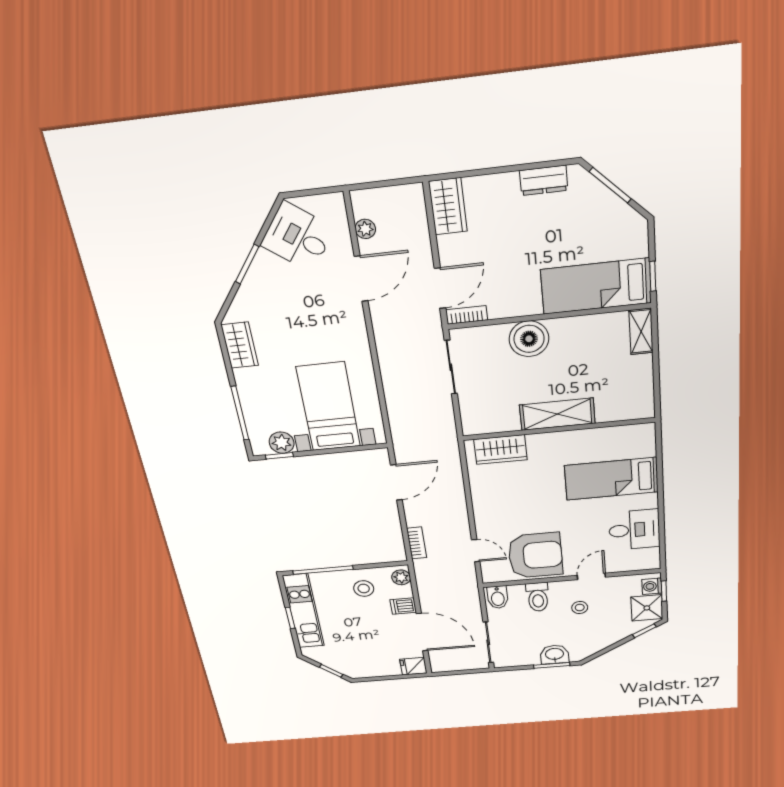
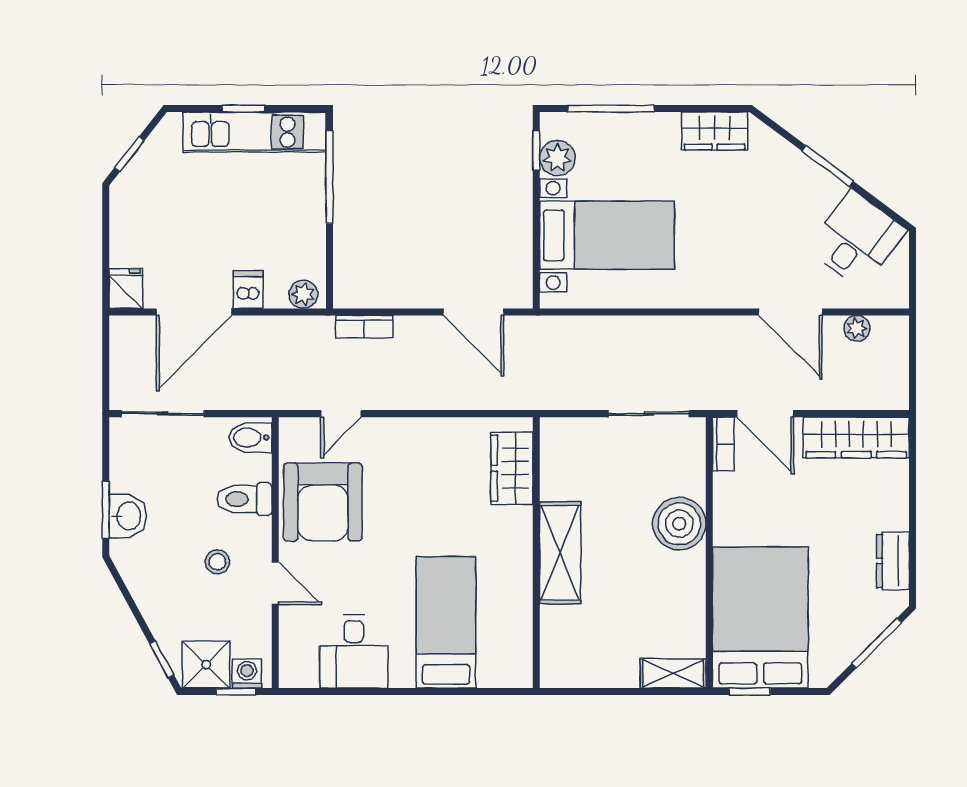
wardrobe: (448, 206) -> (856, 437), width x1.50
bed: (596, 286) -> (760, 618), width x1.50
stool: (364, 588) -> (288, 234), removed

